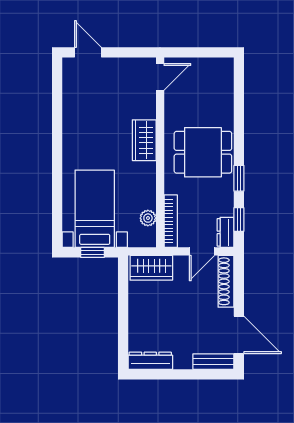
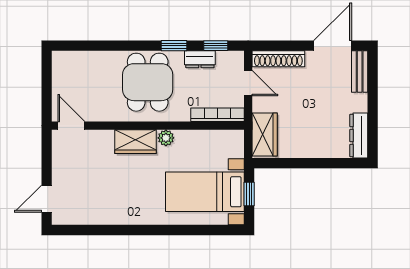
plant: (148, 218) -> (166, 138), moved
dresser: (226, 232) -> (200, 59), moved

